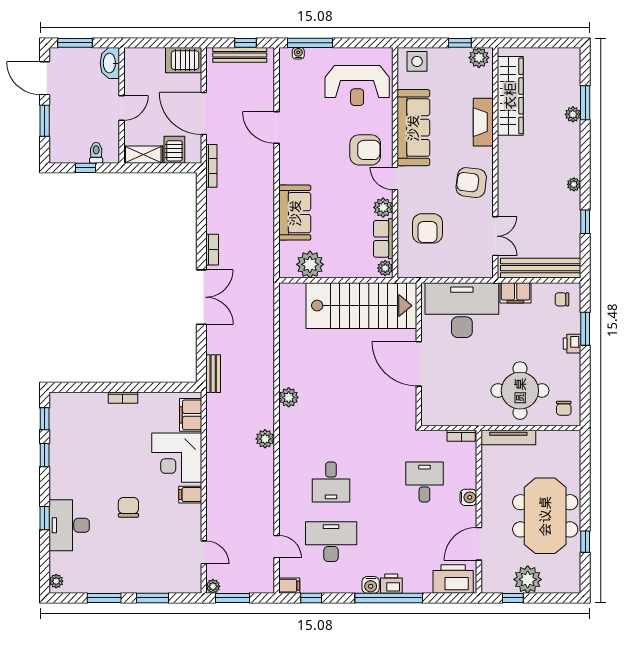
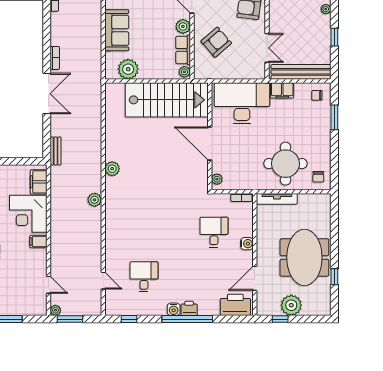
armchair: (427, 228) -> (216, 42), turned -131
printer: (572, 344) -> (325, 128), removed
plant: (428, 411) -> (217, 179), added
desk: (331, 482) -> (144, 232), removed
desk: (331, 542) -> (144, 277), width x0.73
filing cabinet: (289, 586) -> (113, 310), removed

